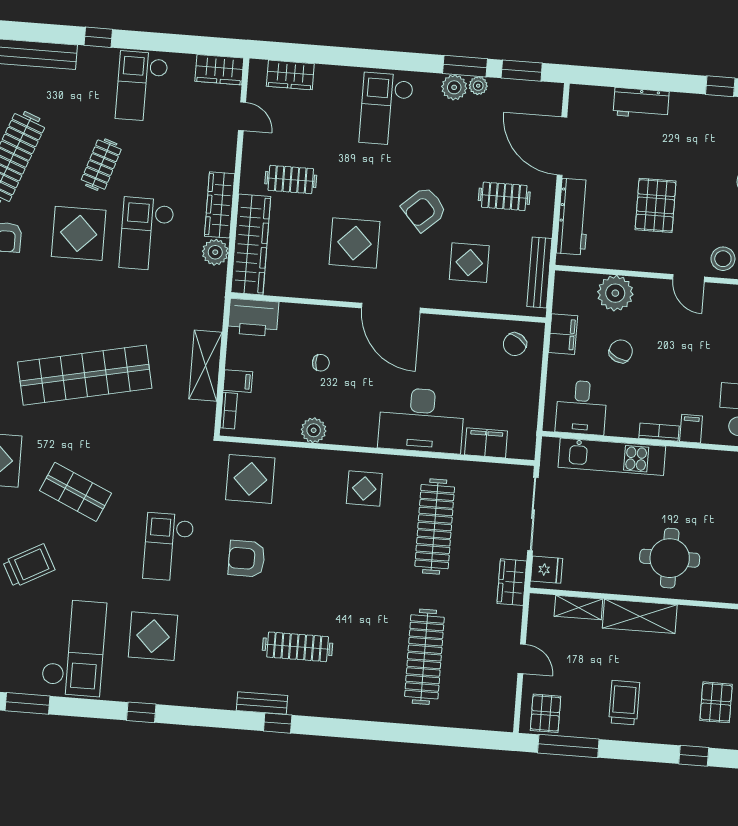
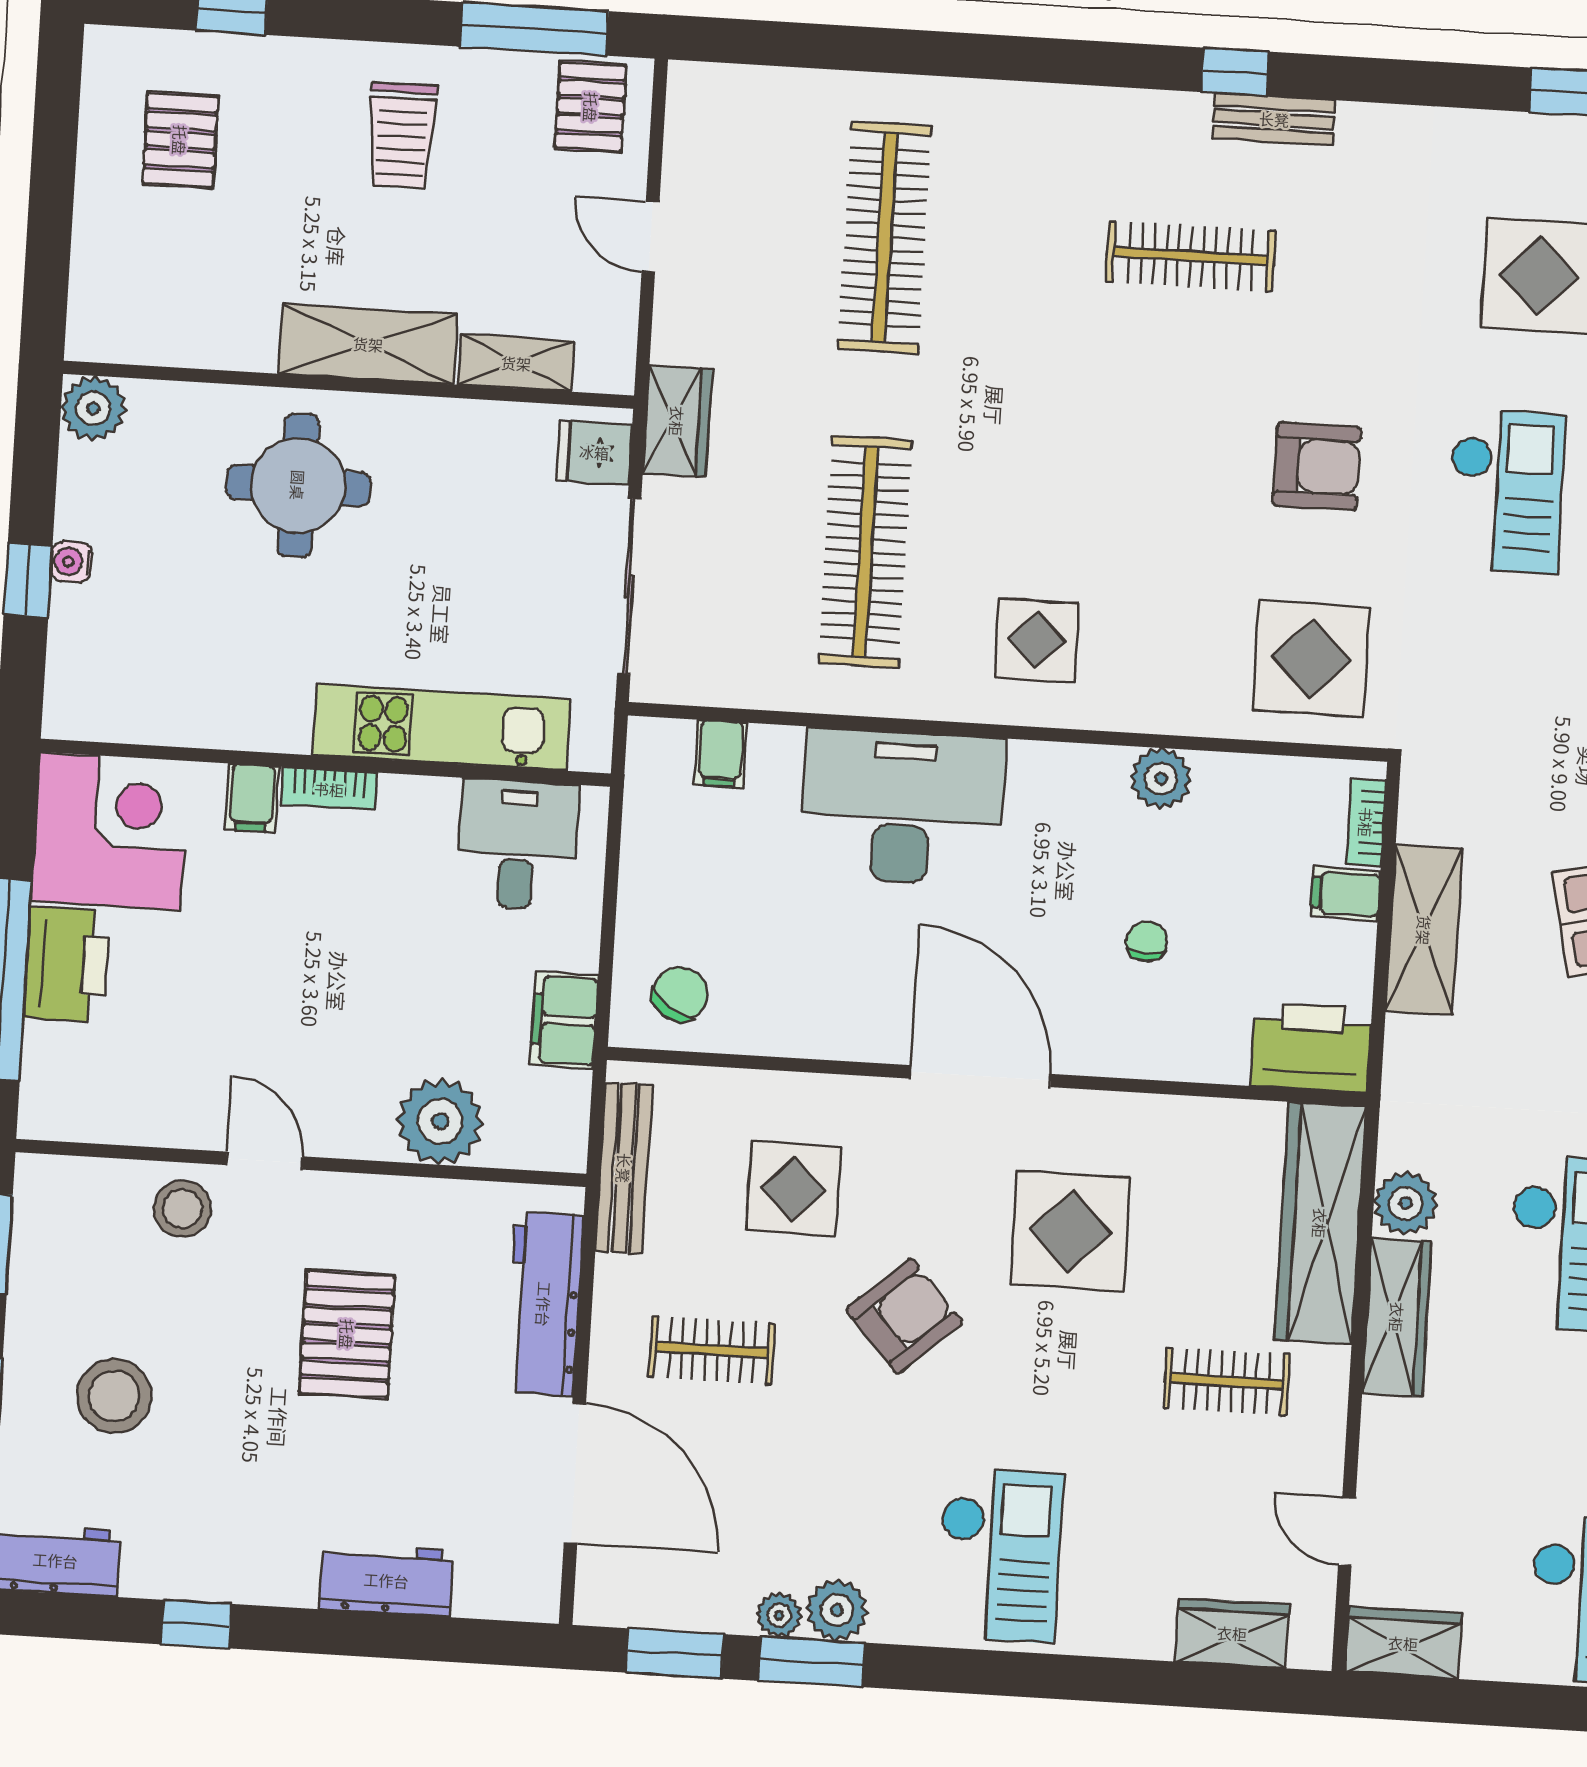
chair: (621, 351) -> (425, 982), removed
chair: (321, 363) -> (1147, 941), turned 90
filing cabinet: (486, 443) -> (721, 754), width x0.50

